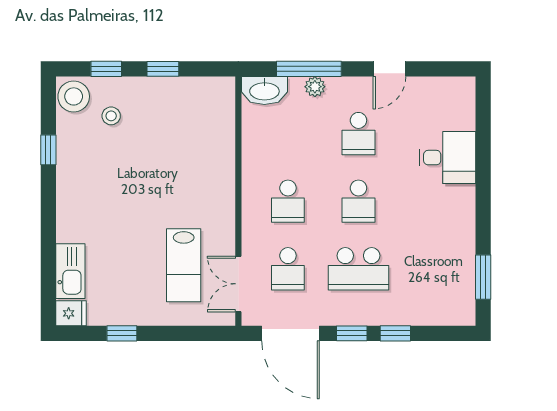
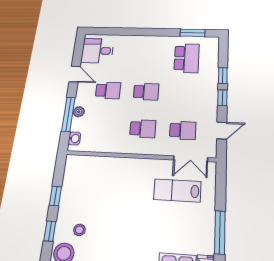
washbasin: (264, 91) -> (74, 138), width x0.52, depth x0.69
desk: (447, 158) -> (97, 51), moved, turned -90
lab bench: (184, 265) -> (177, 190), turned 180
school desk: (358, 269) -> (187, 58), moved
window: (122, 333) -> (220, 232), width x2.17
door: (291, 333) -> (222, 131), width x0.53

